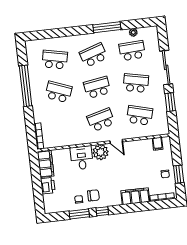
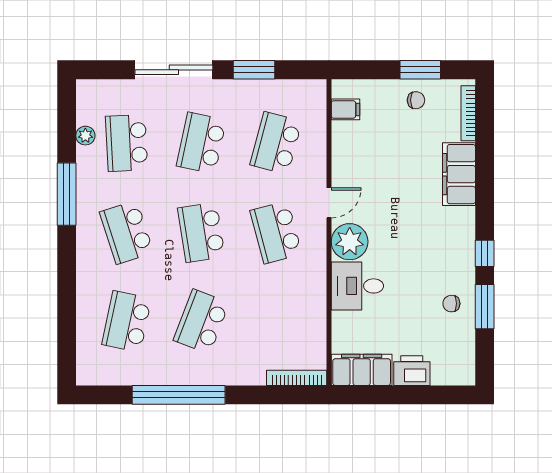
chair: (93, 195) -> (446, 269), removed

